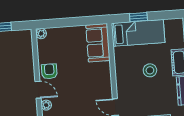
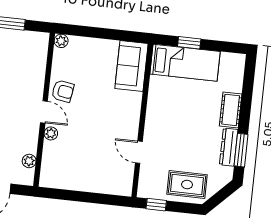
stool: (150, 70) -> (191, 113), removed
armchair: (49, 71) -> (63, 91), turned 99

